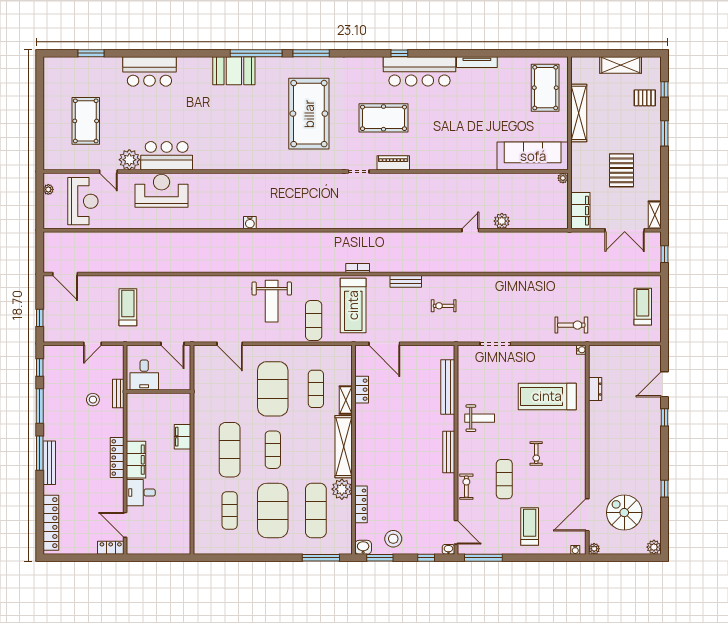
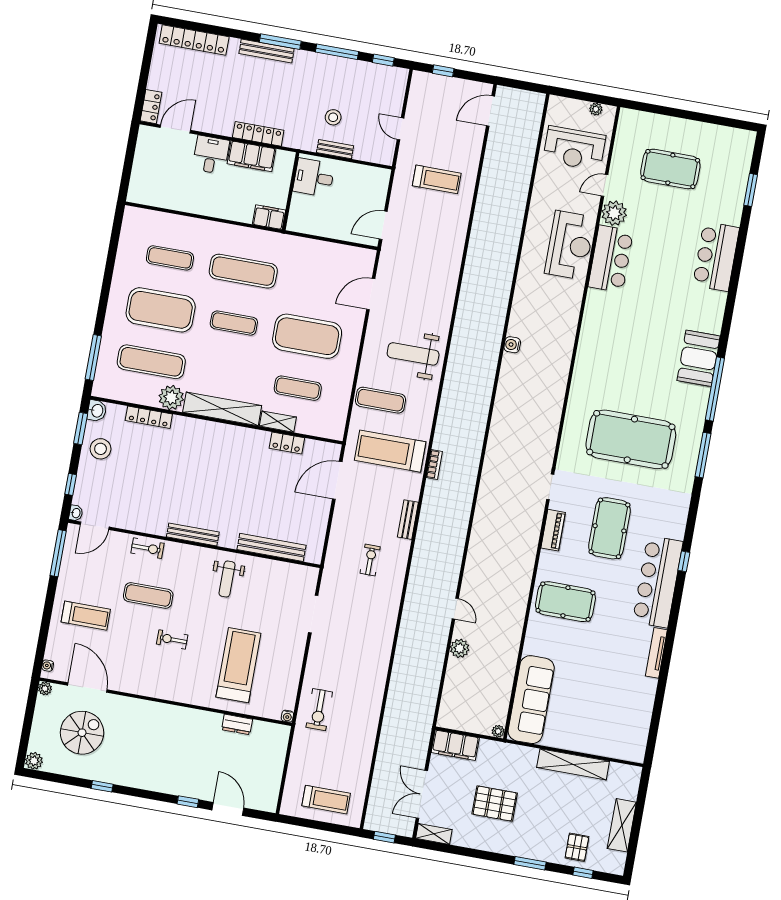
pool table: (545, 88) -> (565, 602), moved
desk: (144, 375) -> (314, 178), moved
wall: (159, 392) -> (291, 191), moved

